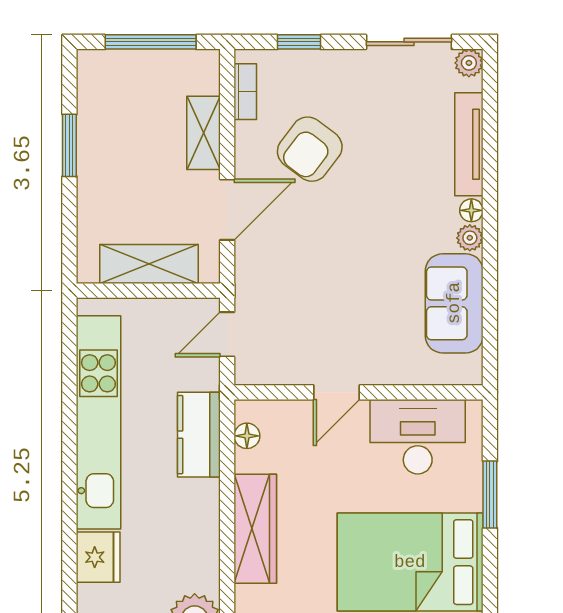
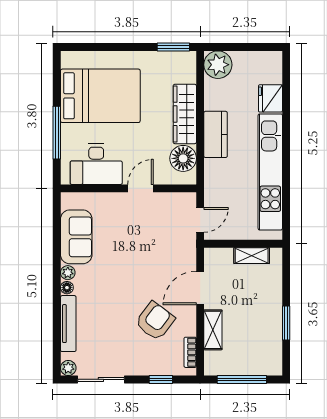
shelving: (149, 264) -> (252, 256), width x0.67, depth x0.75
kitchen counter: (199, 435) -> (216, 134), moved
floor lamp: (247, 436) -> (183, 158), width x1.89, depth x1.89
window: (490, 495) -> (57, 133), width x1.44

